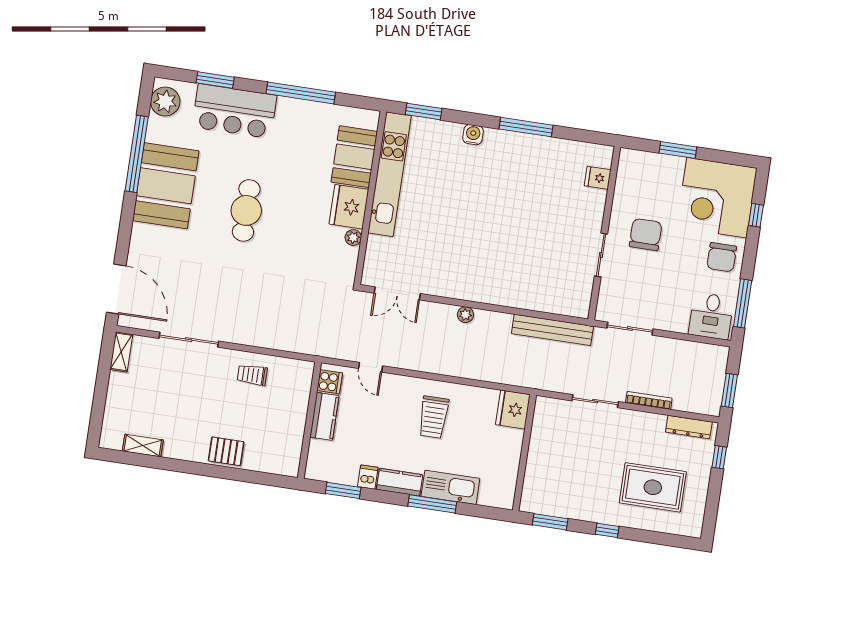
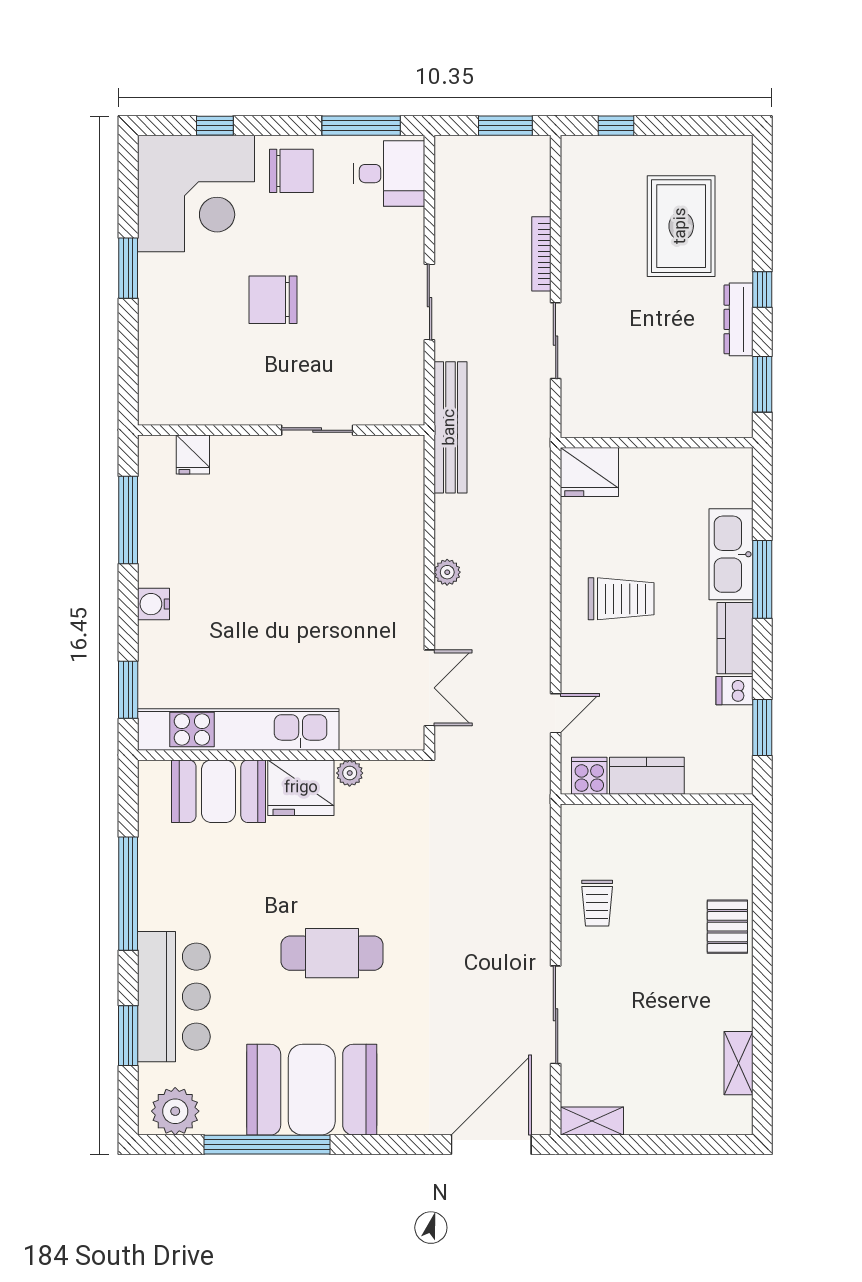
fridge: (598, 178) -> (193, 454), moved
wall: (604, 233) -> (281, 430), moved
sliding door: (601, 255) -> (317, 430), moved
dresser: (689, 427) -> (738, 319), moved, turned 180

